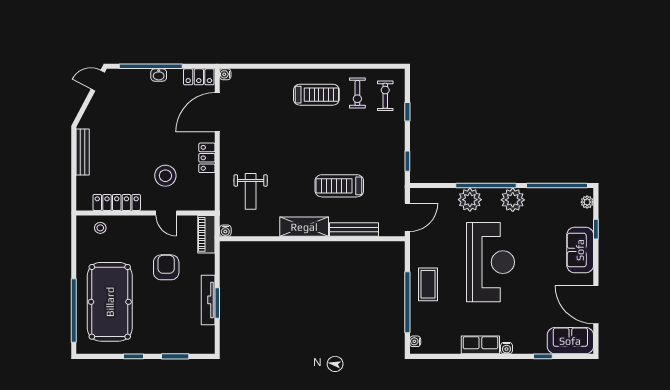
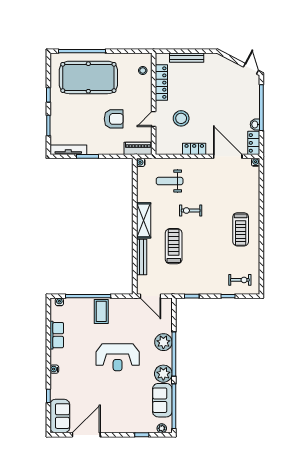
washbasin: (159, 75) -> (255, 124), moved
exercise bike: (357, 93) -> (191, 210), moved
bench: (83, 152) -> (187, 58), moved
sofa: (580, 250) -> (162, 400), moved, turned -90
reception desk: (490, 262) -> (118, 357), width x0.74, depth x0.77
coffee table: (428, 284) -> (101, 311), turned 90
tv unit: (208, 300) -> (68, 150), moved
row of seats: (480, 345) -> (57, 335), moved

